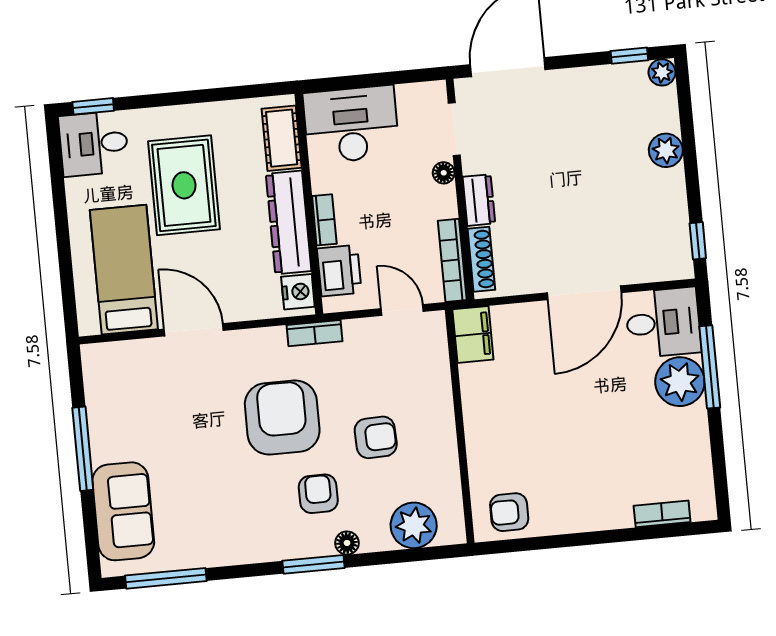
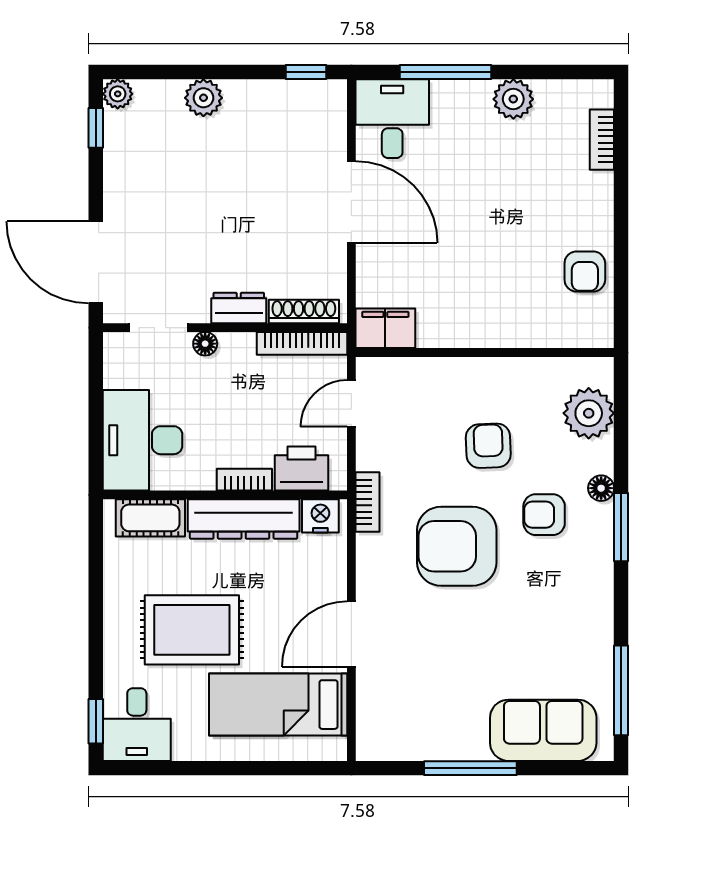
plant: (680, 382) -> (513, 99), moved, width x0.73, depth x0.73
armchair: (509, 512) -> (585, 272), moved

